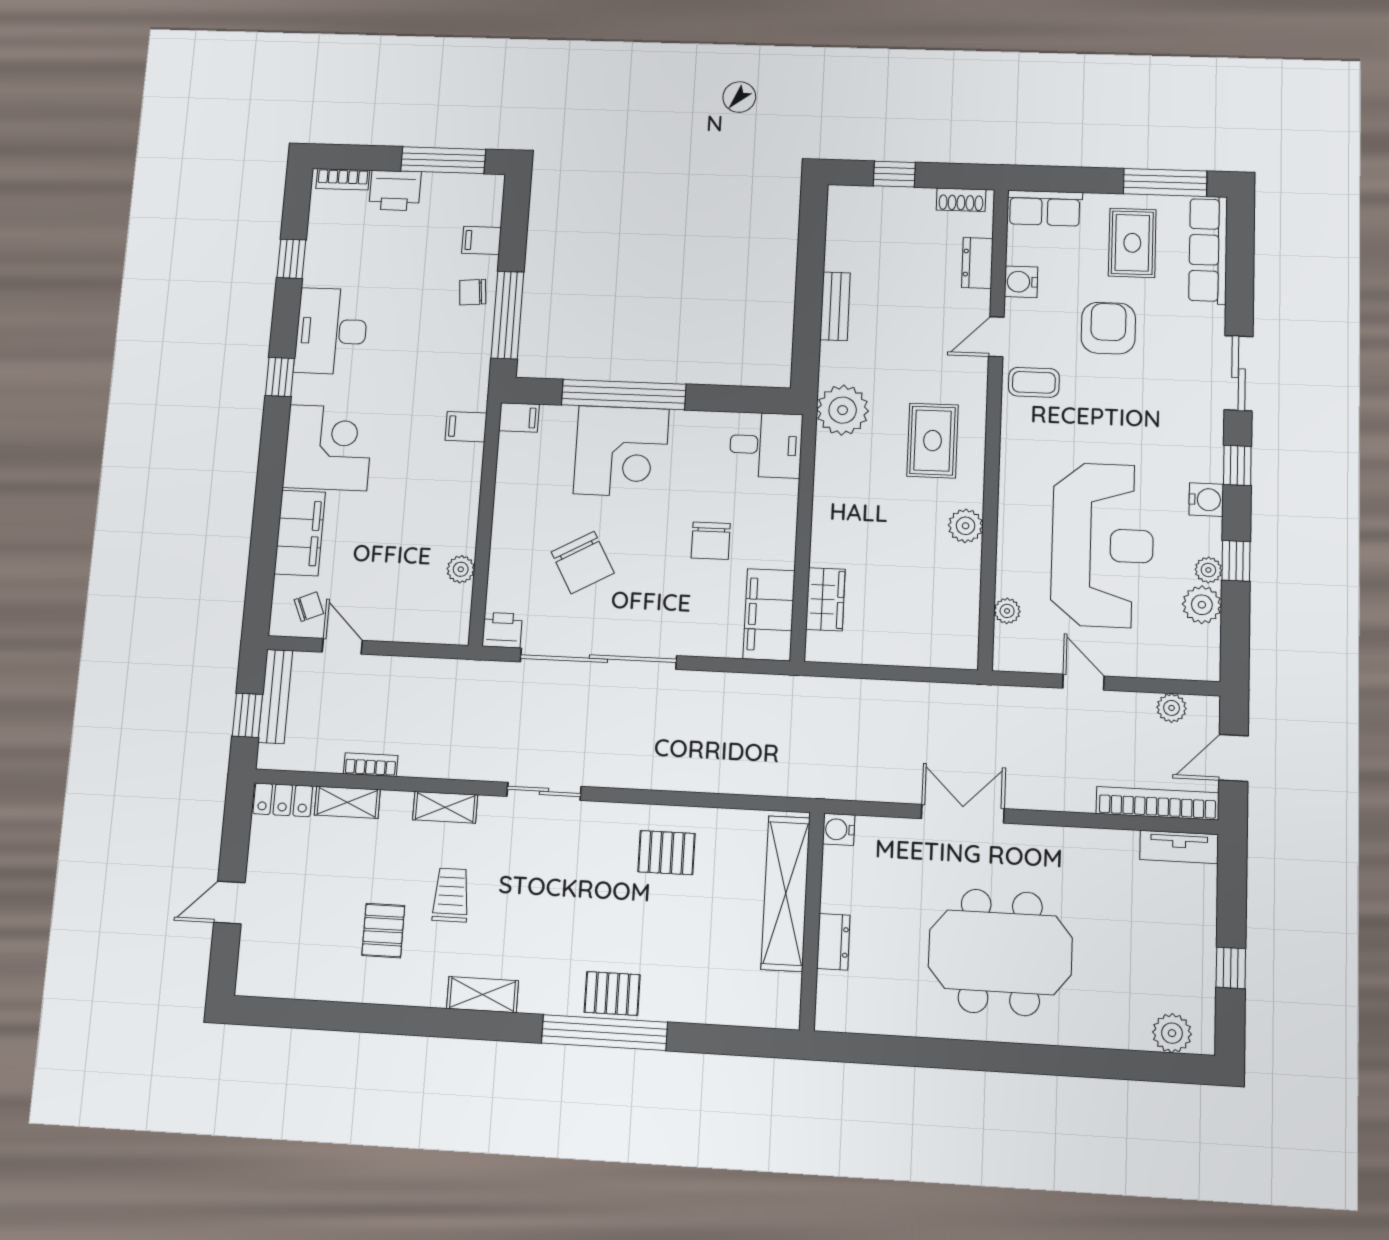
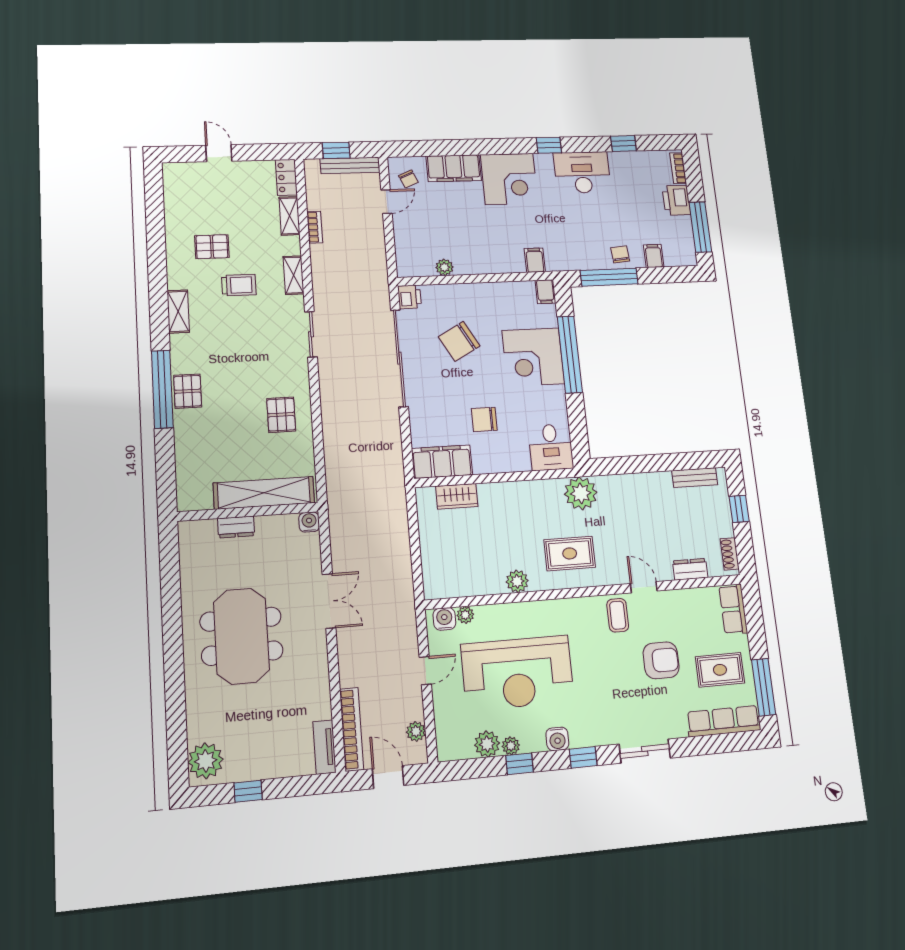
water cooler: (1021, 282) -> (444, 619), moved
bench: (835, 306) -> (695, 478), moved
plant: (1172, 1033) -> (206, 761), width x1.36, depth x1.36

